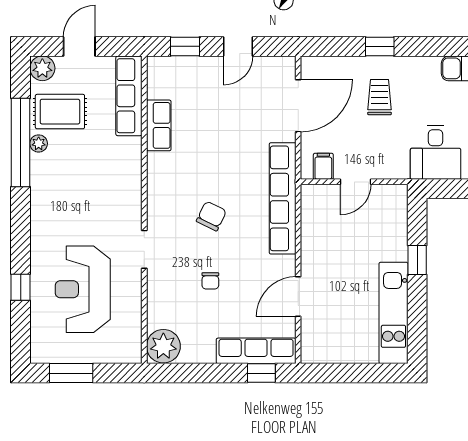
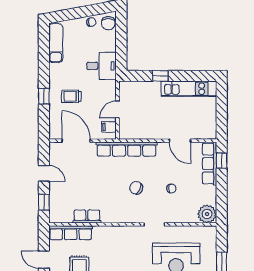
door: (355, 182) -> (118, 109), swing flipped

